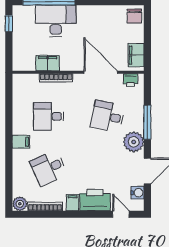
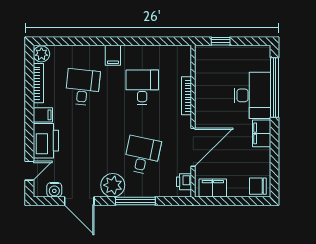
window: (9, 24) -> (221, 41), moved
filing cabinet: (48, 63) -> (262, 133), moved, turned 180
desk: (49, 168) -> (83, 87), turned 30

